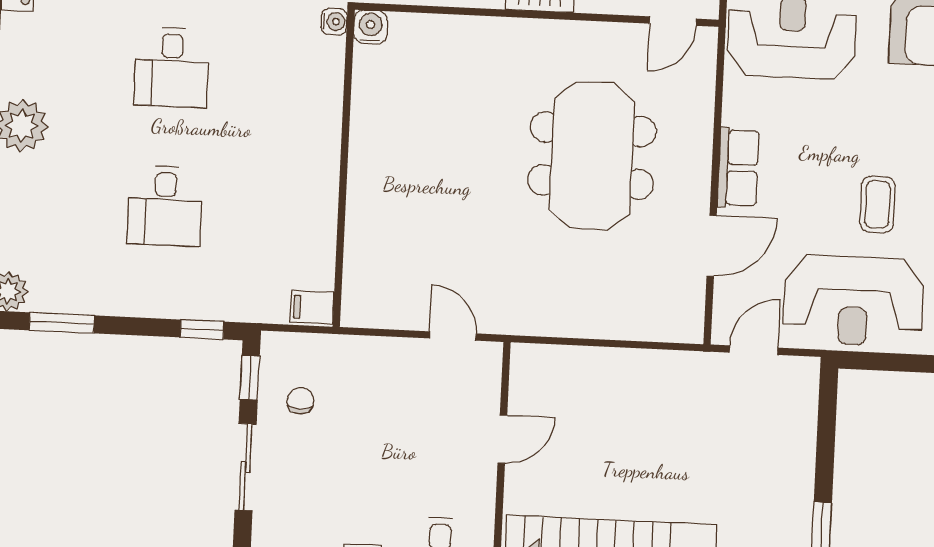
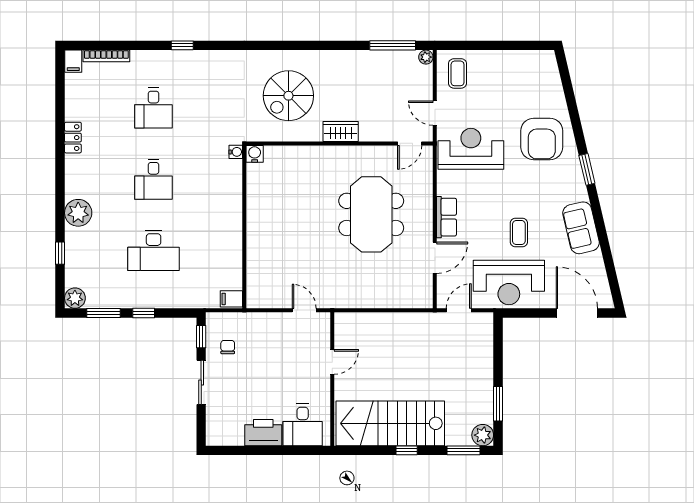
desk: (165, 206) -> (154, 250), width x1.37
window: (202, 330) -> (144, 313), moved

